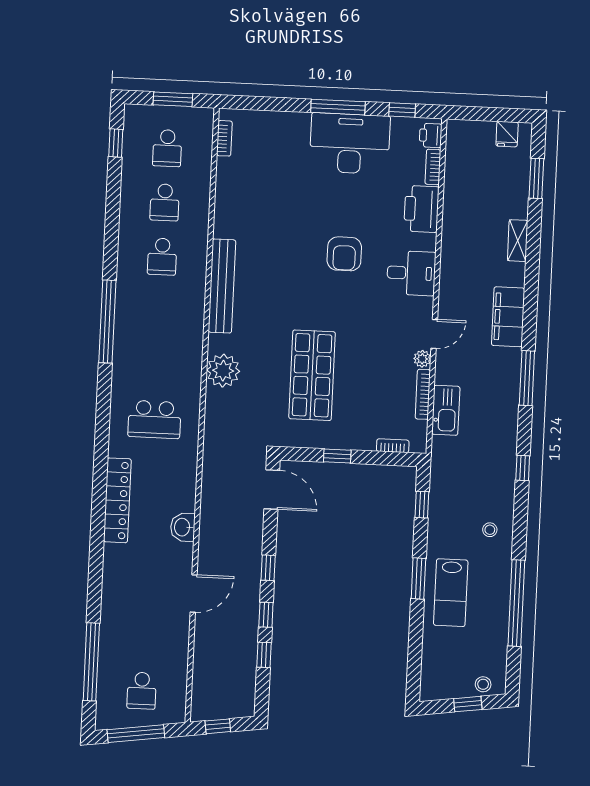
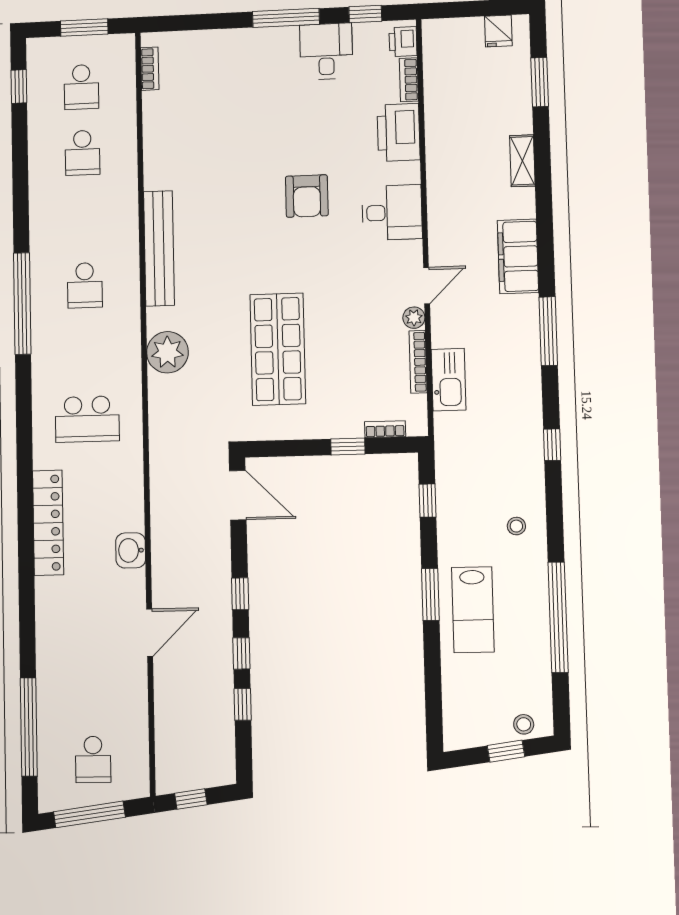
desk: (350, 144) -> (326, 51), width x0.53, depth x0.77
school desk: (162, 257) -> (85, 285), moved
window: (337, 456) -> (348, 446), moved

